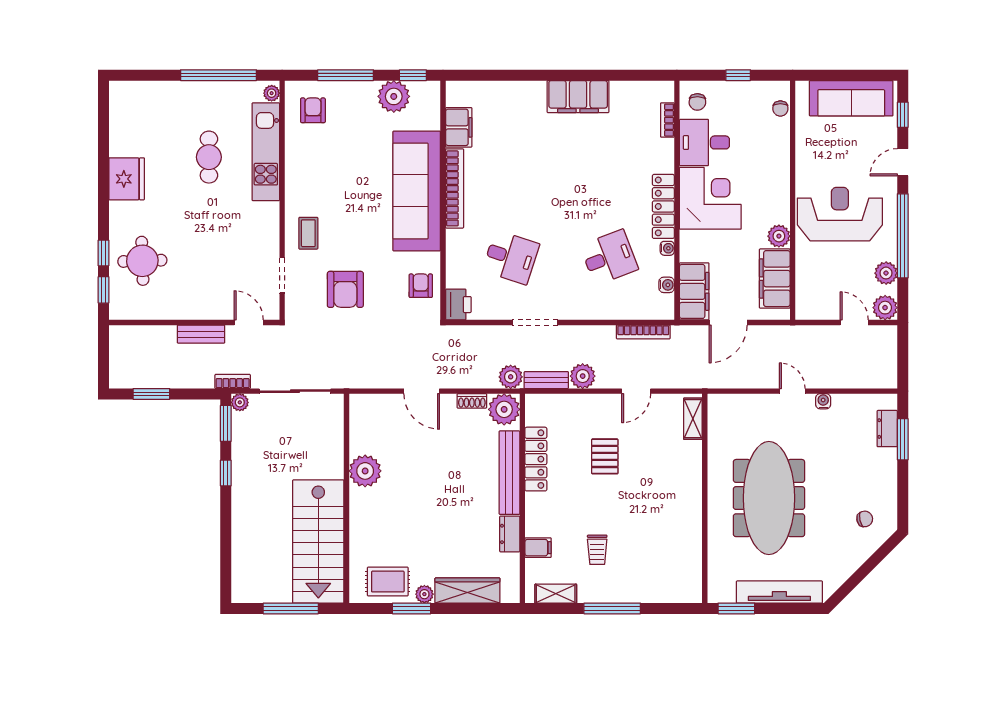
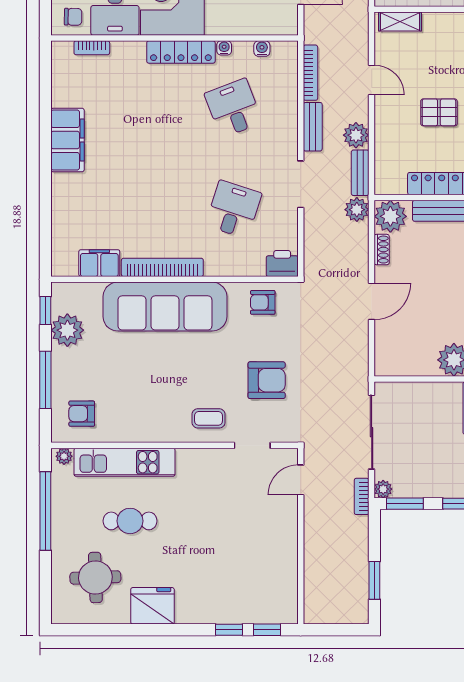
round table: (142, 261) -> (95, 577), moved
filing cabinet: (694, 291) -> (269, 20), removed
bench: (201, 334) -> (313, 127), moved

